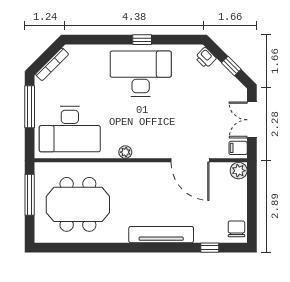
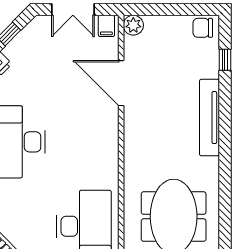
plant: (125, 152) -> (111, 160), removed
door: (190, 160) -> (121, 83), swing flipped

